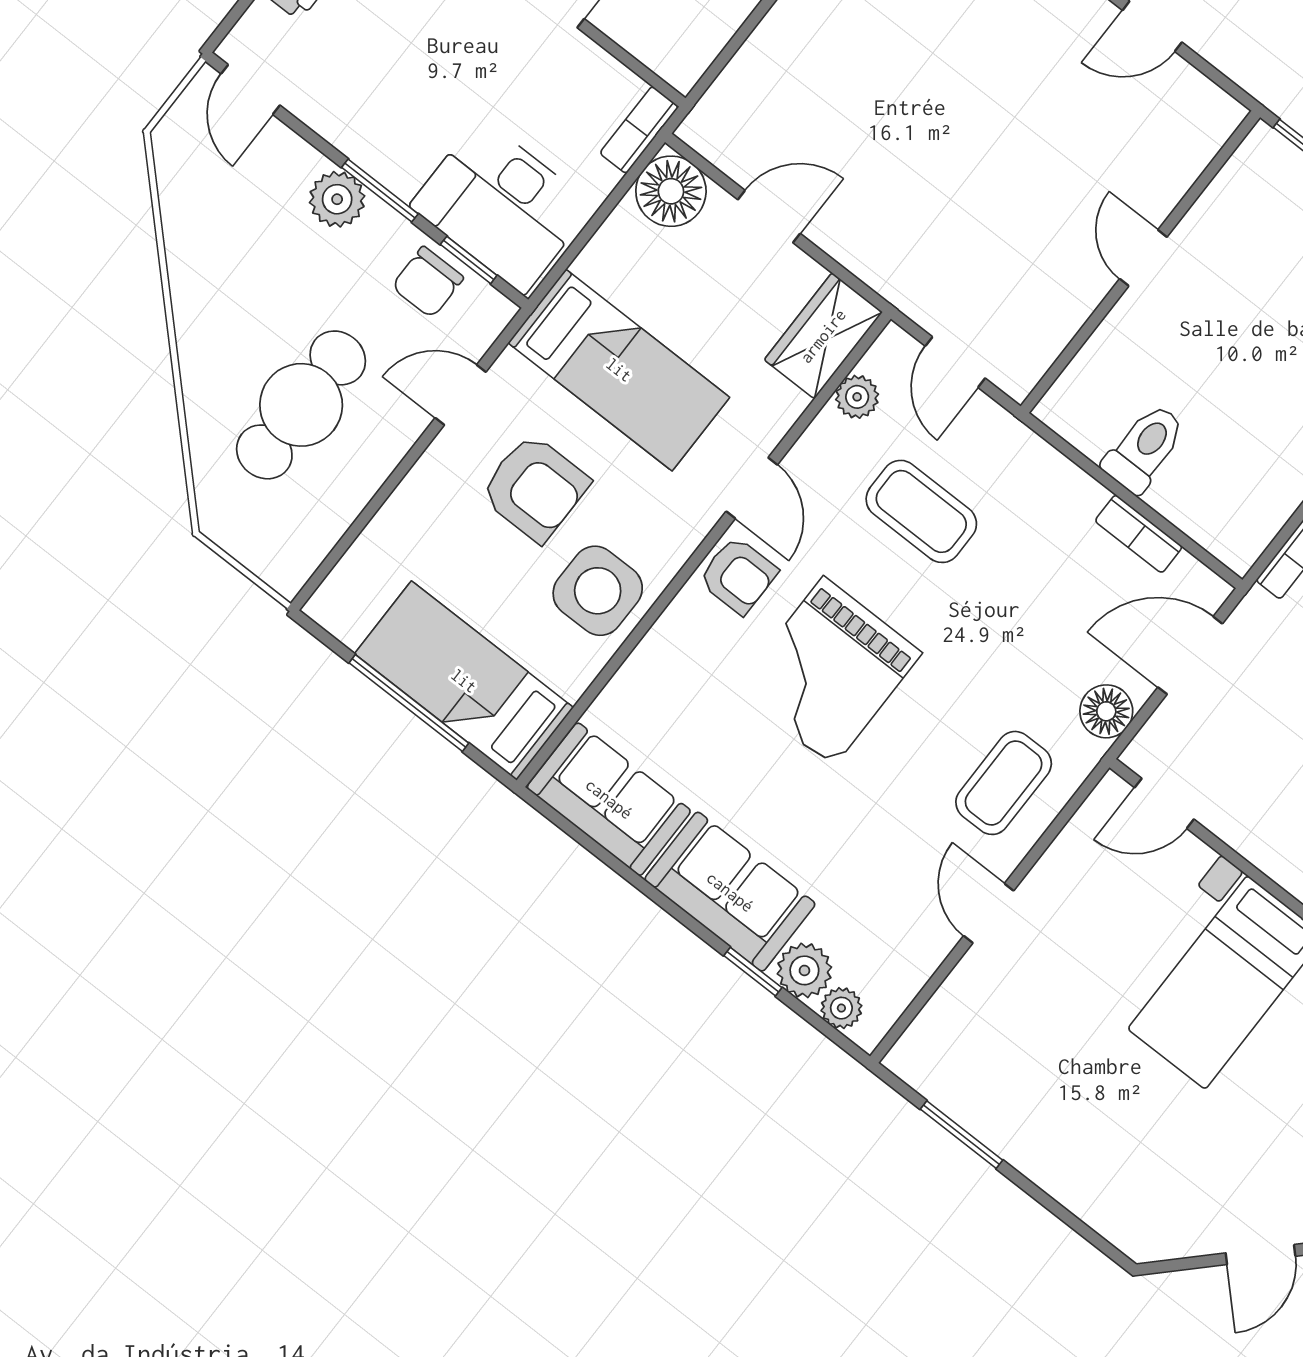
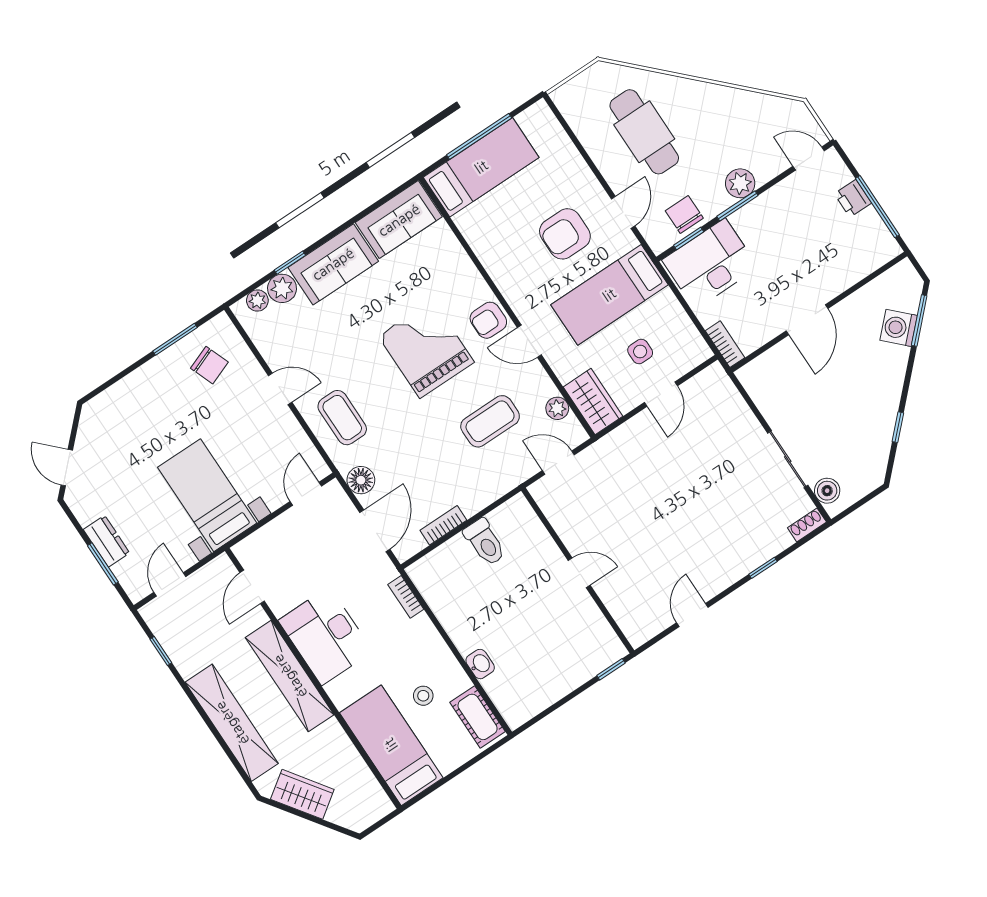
floor lamp: (671, 191) -> (689, 350), removed
side table: (598, 591) -> (640, 351), moved, width x0.54, depth x0.54
chair: (988, 1057) -> (209, 365), added

